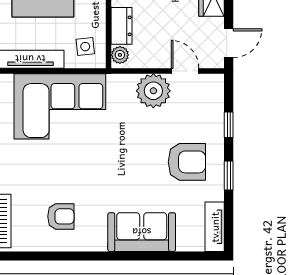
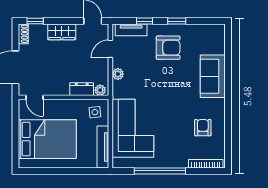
plant: (153, 91) -> (118, 74), width x0.53, depth x0.53
armchair: (187, 162) -> (168, 48), turned 90
tv unit: (215, 227) -> (131, 30), moved

